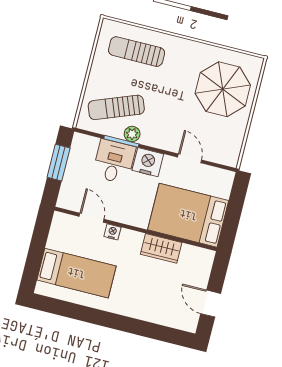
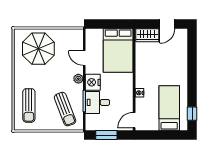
plant: (132, 134) -> (78, 79), moved
door: (190, 158) -> (84, 58), hinge flipped
door: (92, 218) -> (134, 120), moved
wardrobe: (161, 248) -> (147, 35), moved, turned 90
window: (59, 307) -> (192, 114), added

